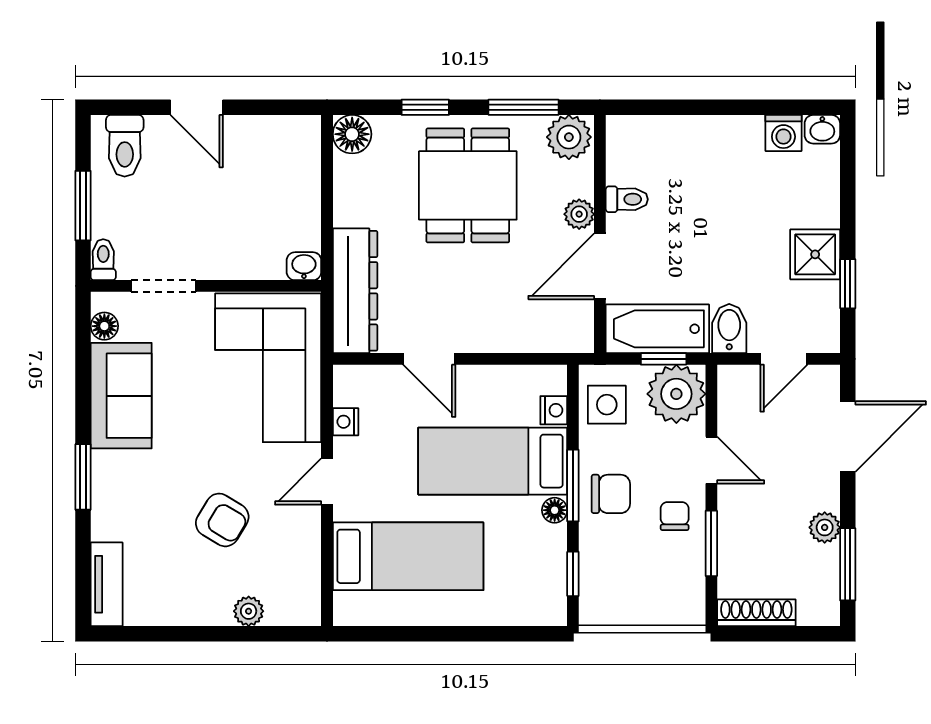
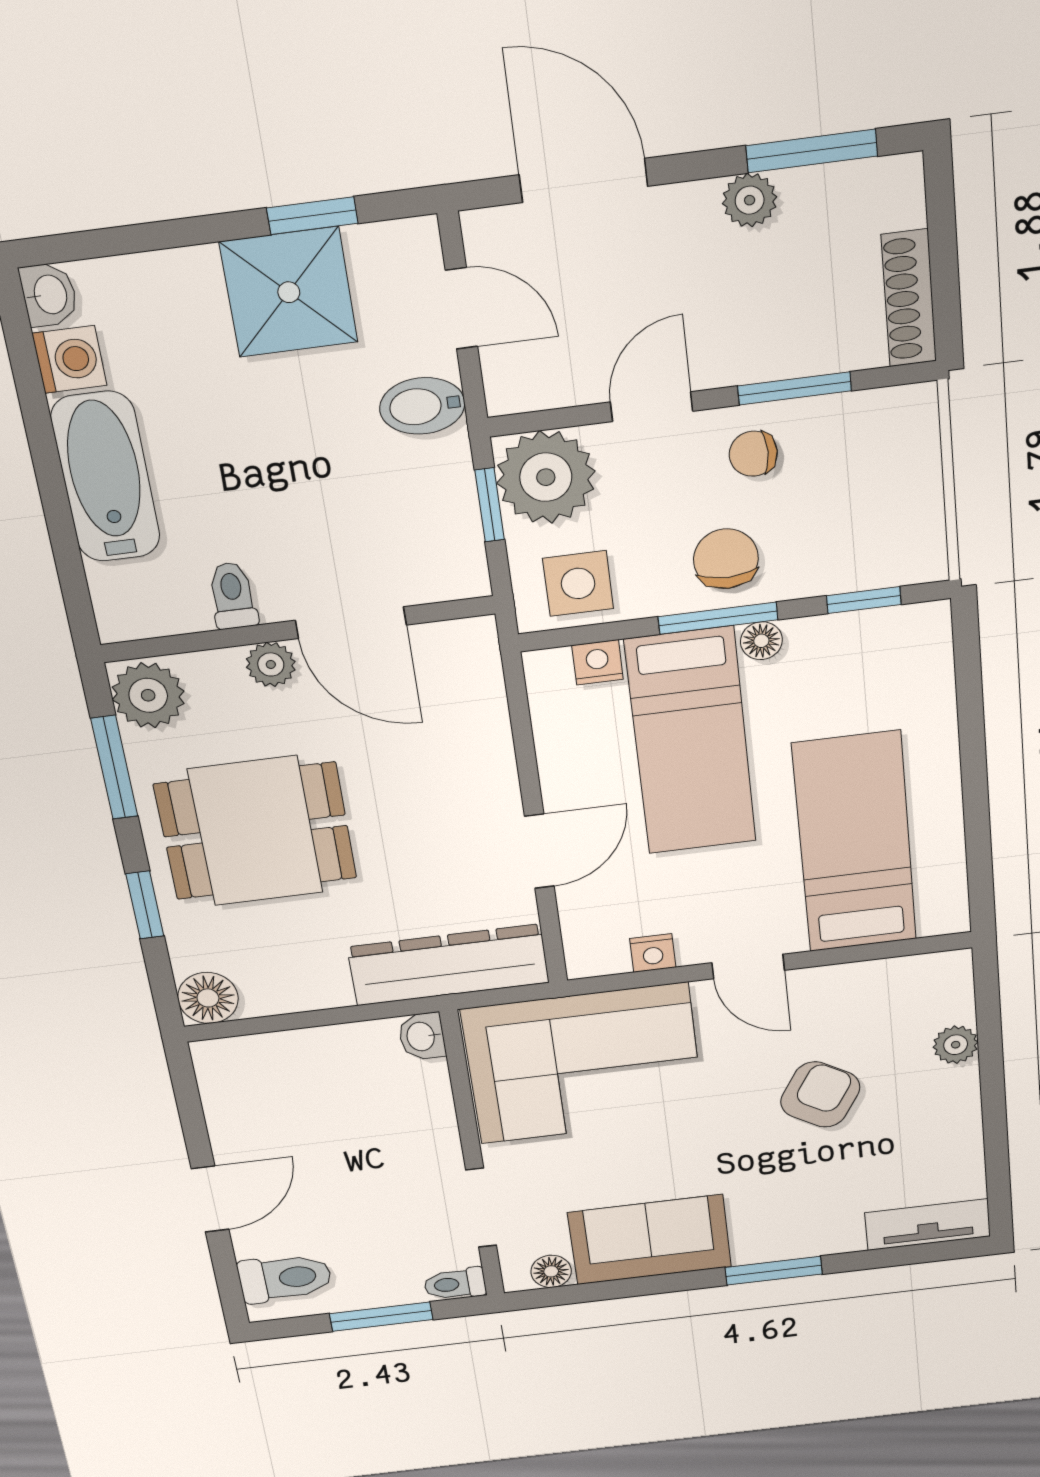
shower: (815, 254) -> (289, 292), width x1.36, depth x1.36
bathtub: (657, 329) -> (106, 477), moved, turned 180

